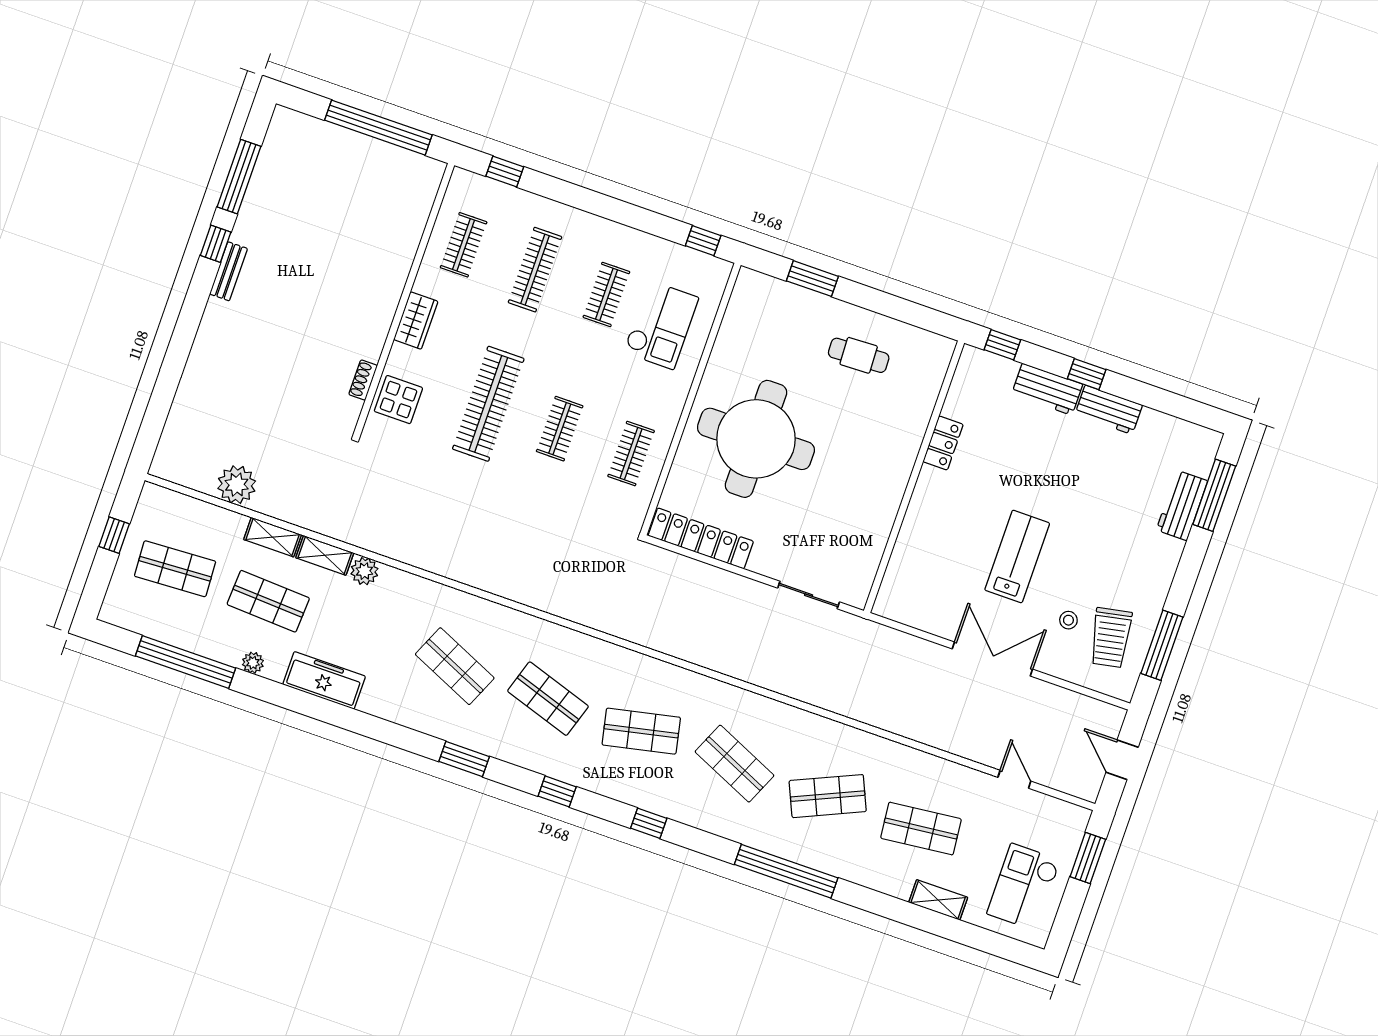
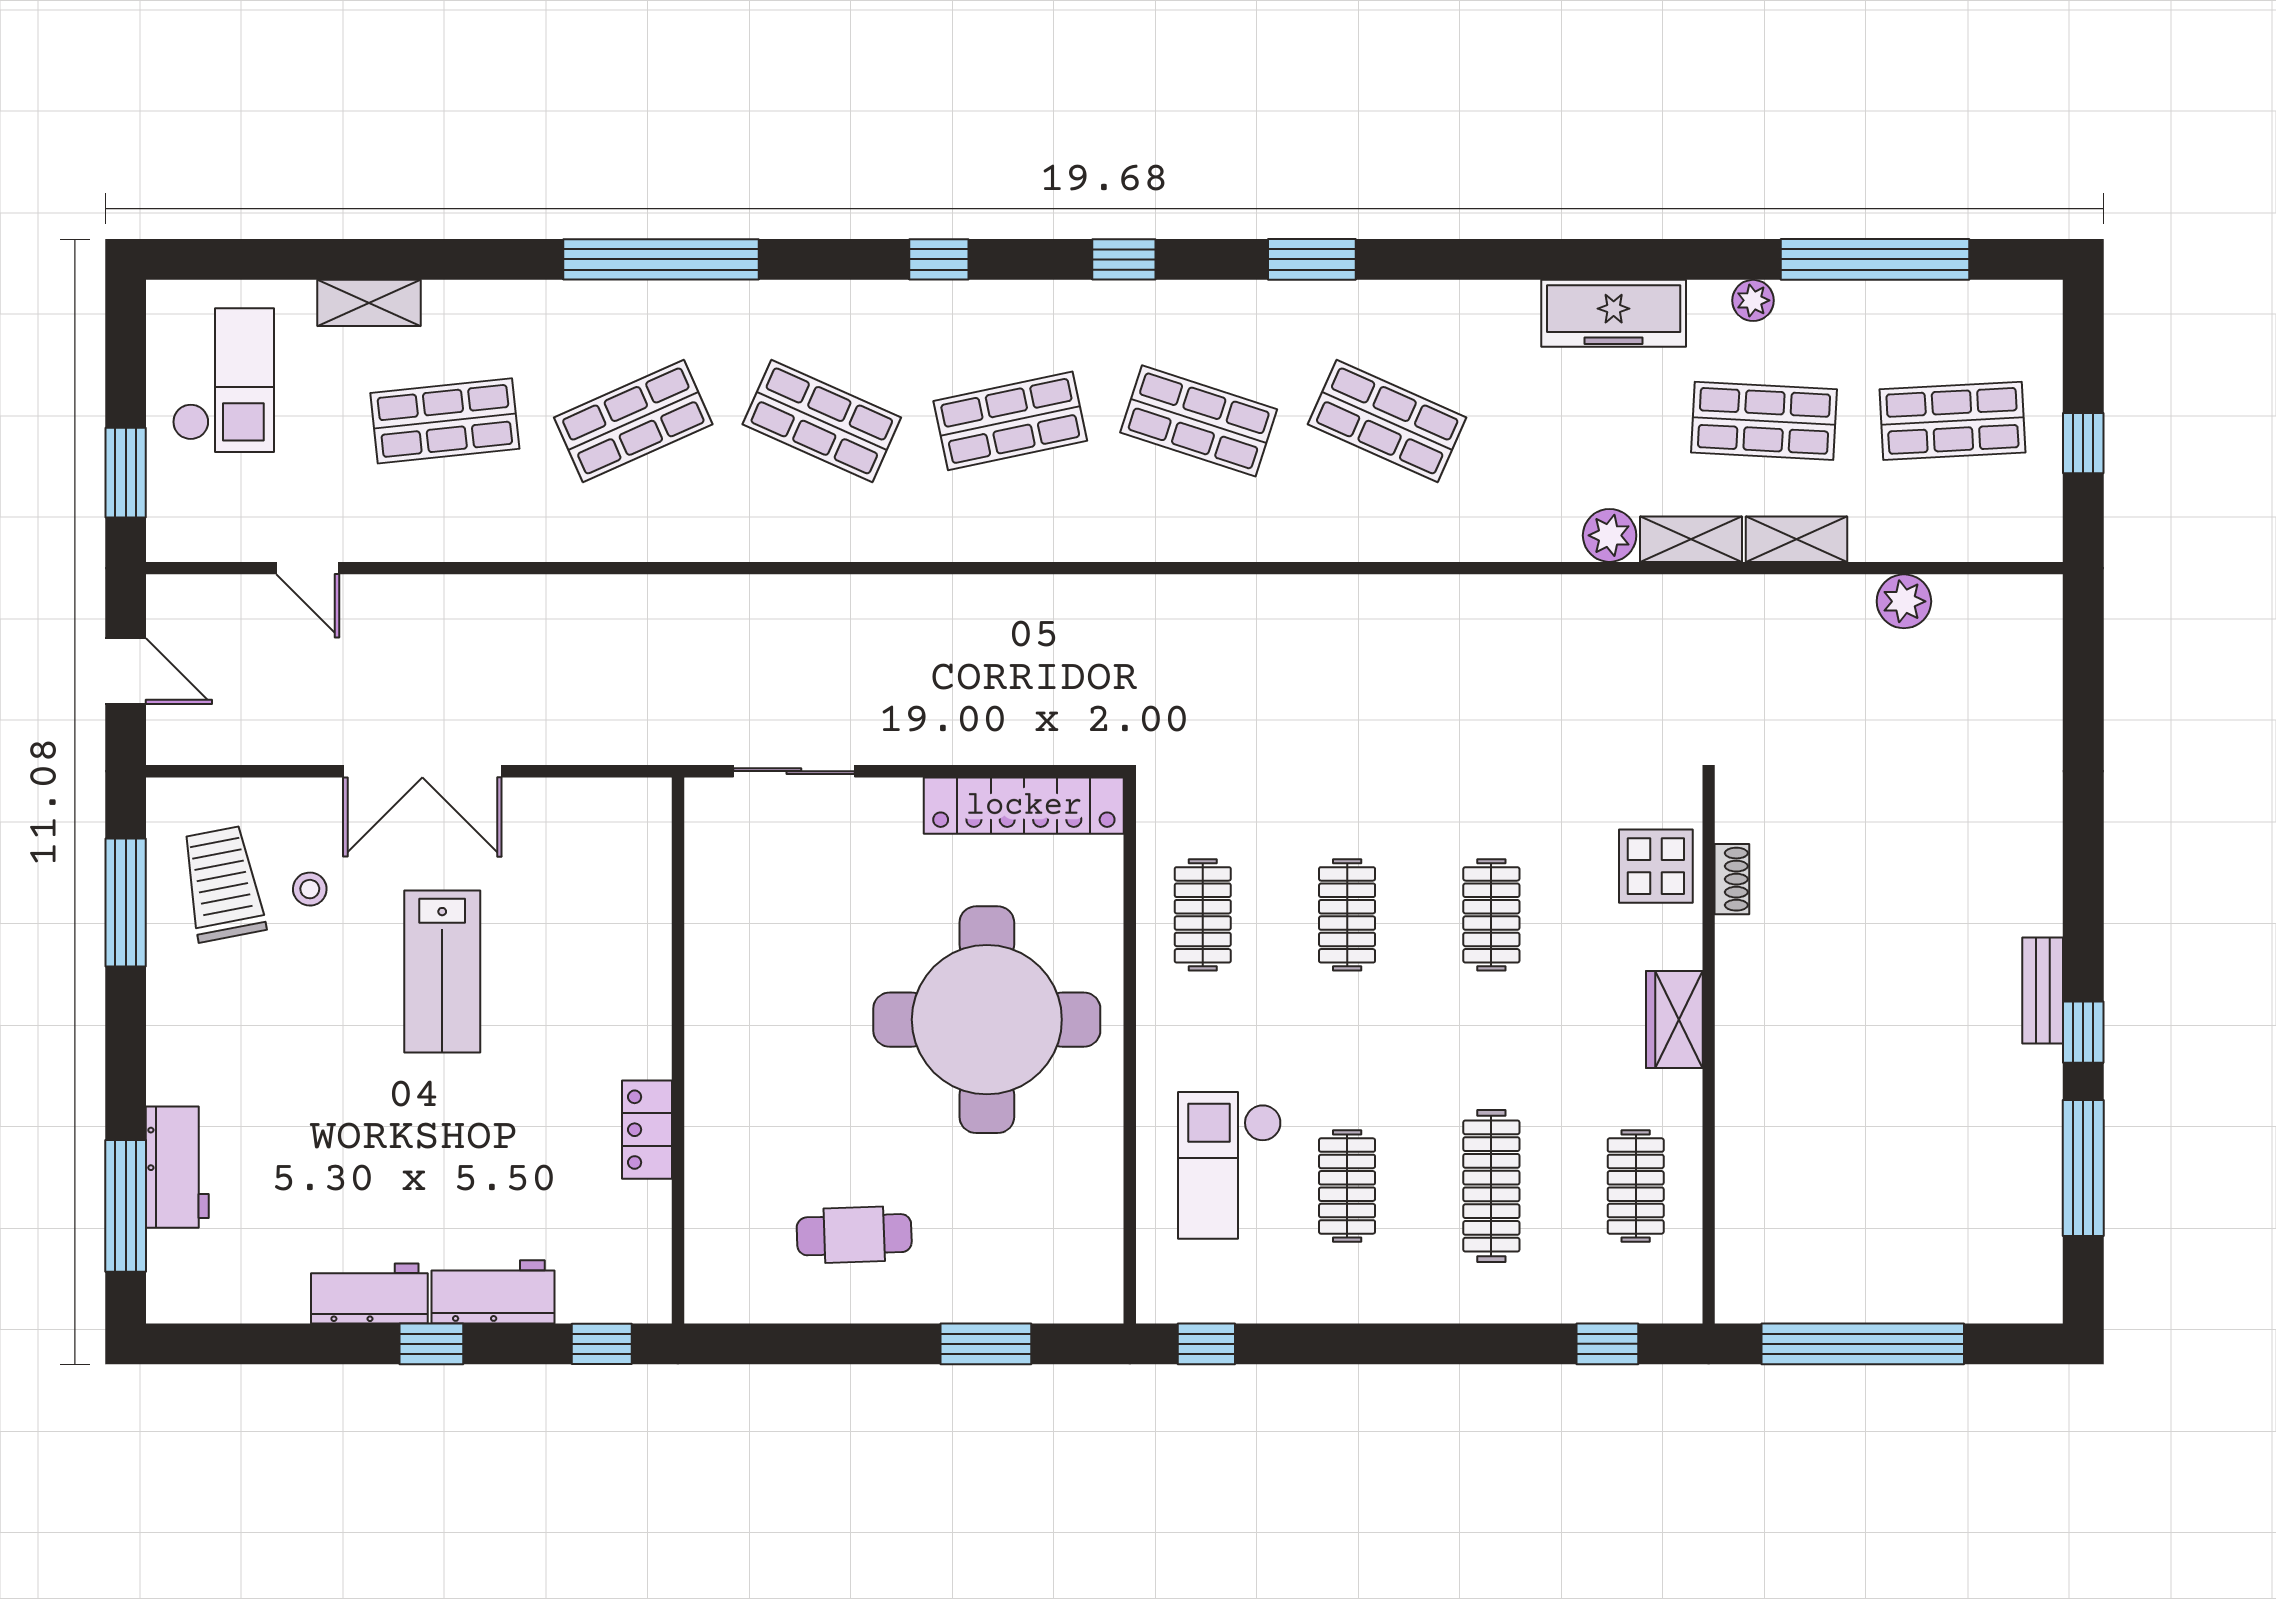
clothes rail: (488, 404) -> (1491, 915), width x0.54, depth x0.76
plant: (237, 485) -> (1904, 601), width x0.73, depth x0.73

